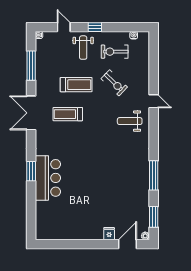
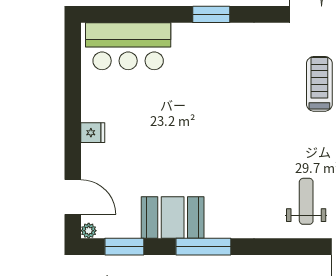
bar counter: (48, 178) -> (128, 46), moved
booth: (138, 192) -> (173, 218), added
fridge: (109, 234) -> (93, 133), moved

